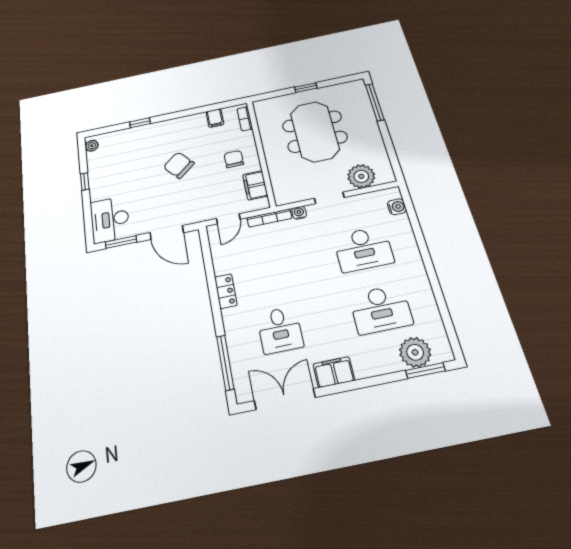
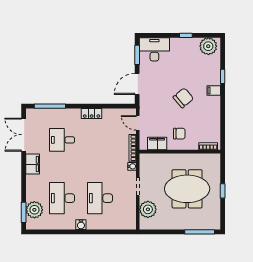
filing cabinet: (215, 118) -> (214, 90), moved
plant: (92, 146) -> (208, 46), width x1.88, depth x1.88
water cooler: (397, 207) -> (81, 225), moved
double door: (285, 399) -> (24, 135), swing flipped

